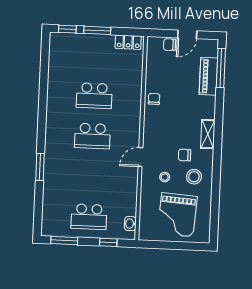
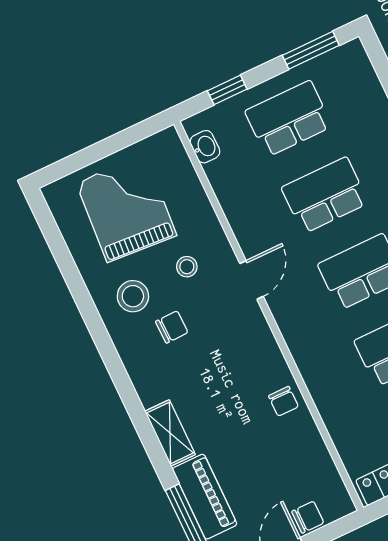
shelving: (208, 134) -> (170, 433), moved
school desk: (91, 176) -> (325, 195), added

